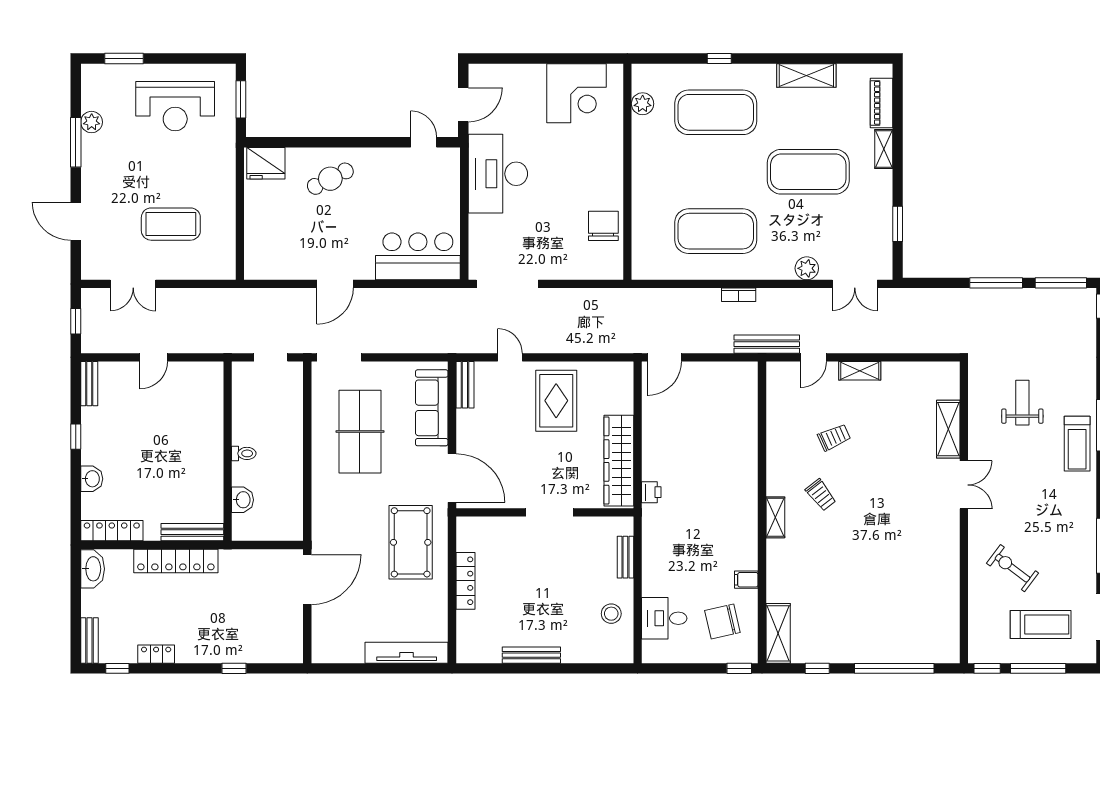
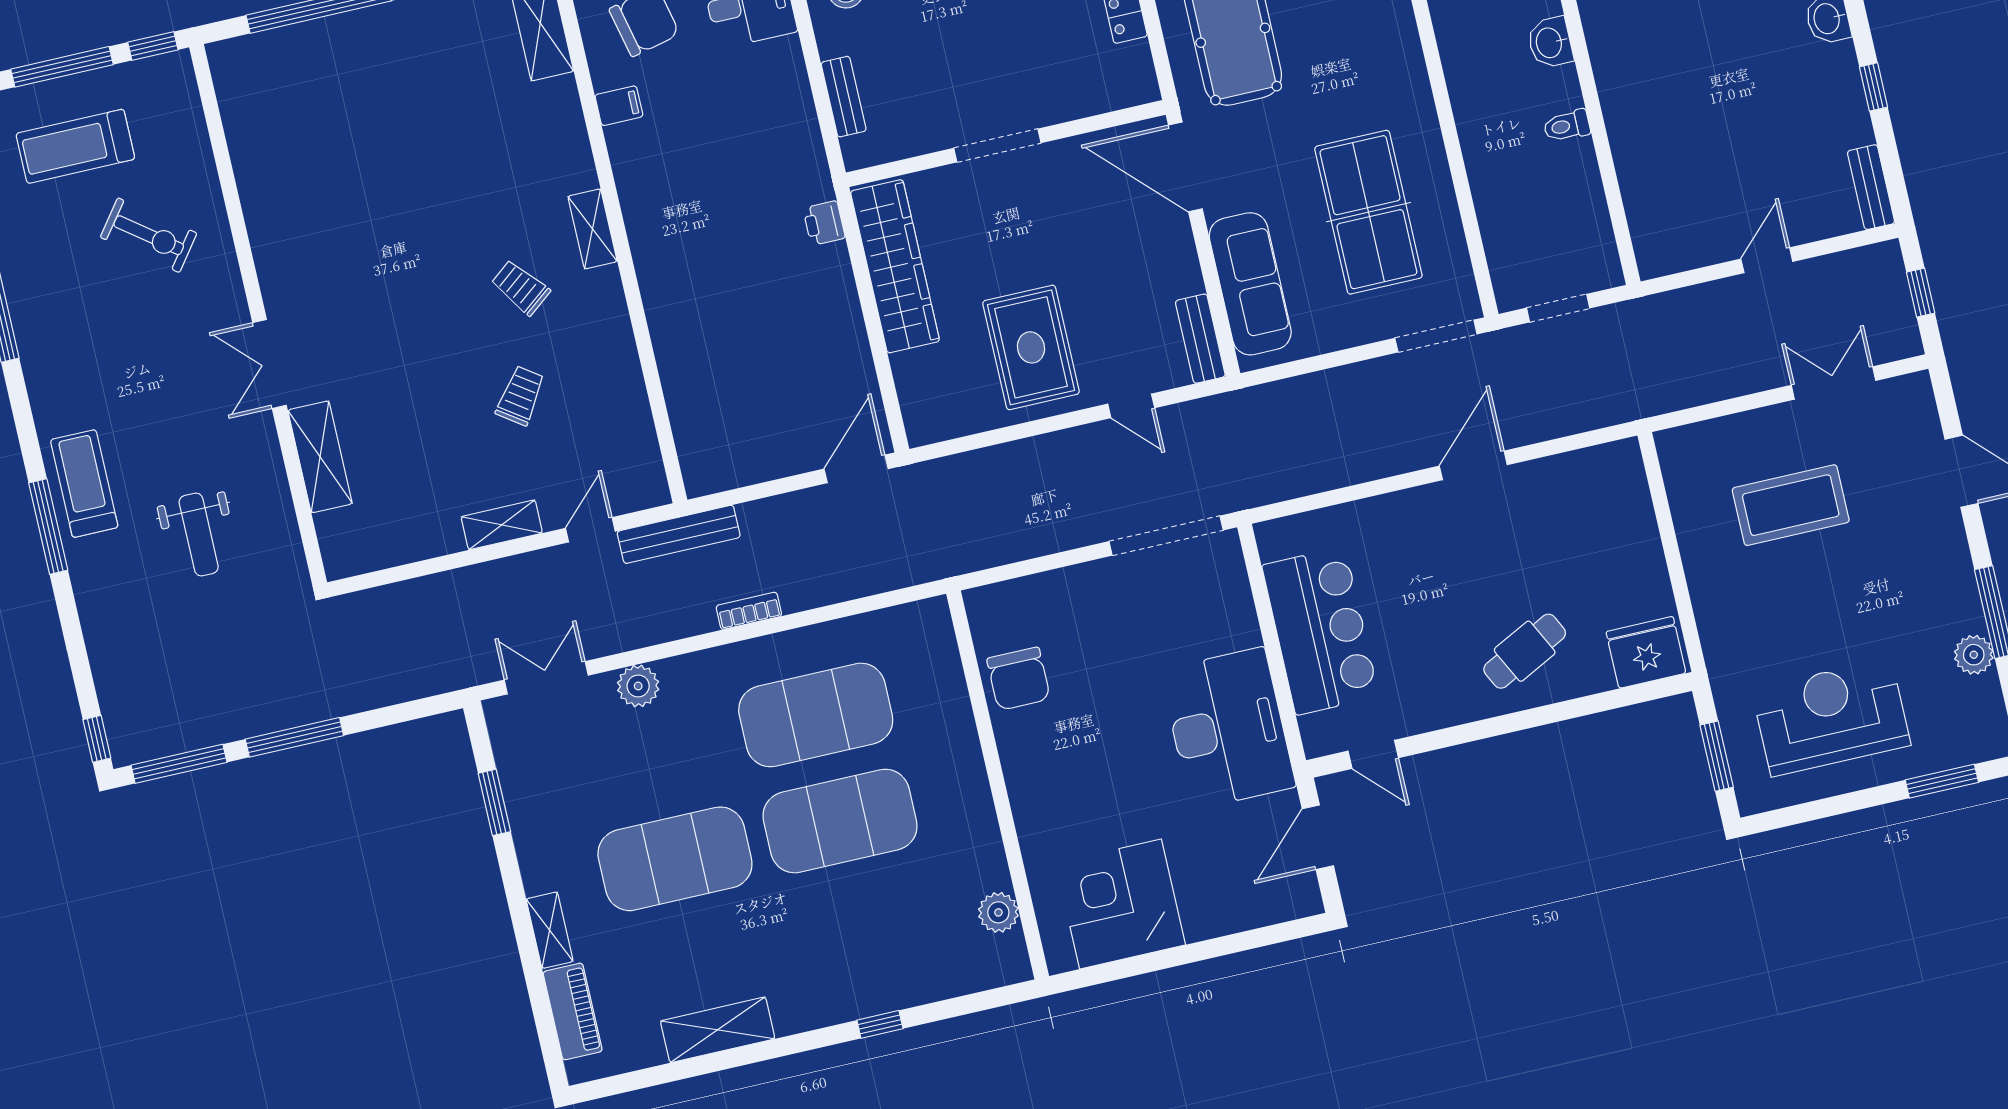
exercise mat: (716, 112) -> (840, 821), moved
bar counter: (418, 256) -> (1320, 631), moved, turned -90
trolley: (834, 437) -> (520, 396), turned 149

